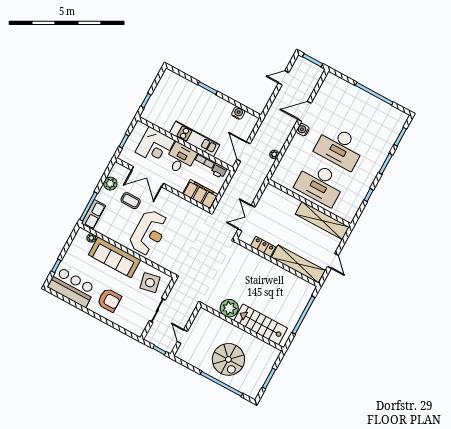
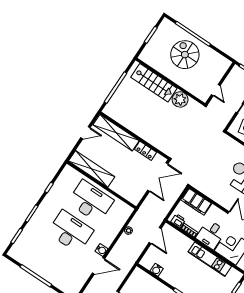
kitchen unit: (195, 139) -> (210, 259), moved
double door: (247, 218) -> (158, 177), width x1.37
door: (333, 261) -> (85, 133), swing flipped
door: (182, 337) -> (216, 90), moved

